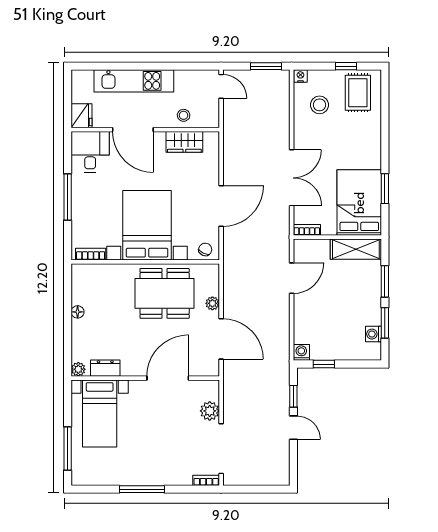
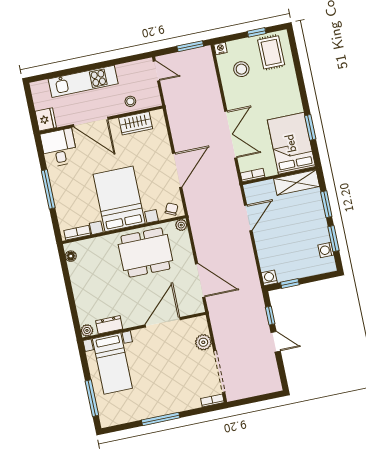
plant: (212, 303) -> (181, 225), moved
floor lamp: (78, 312) -> (71, 256), moved

